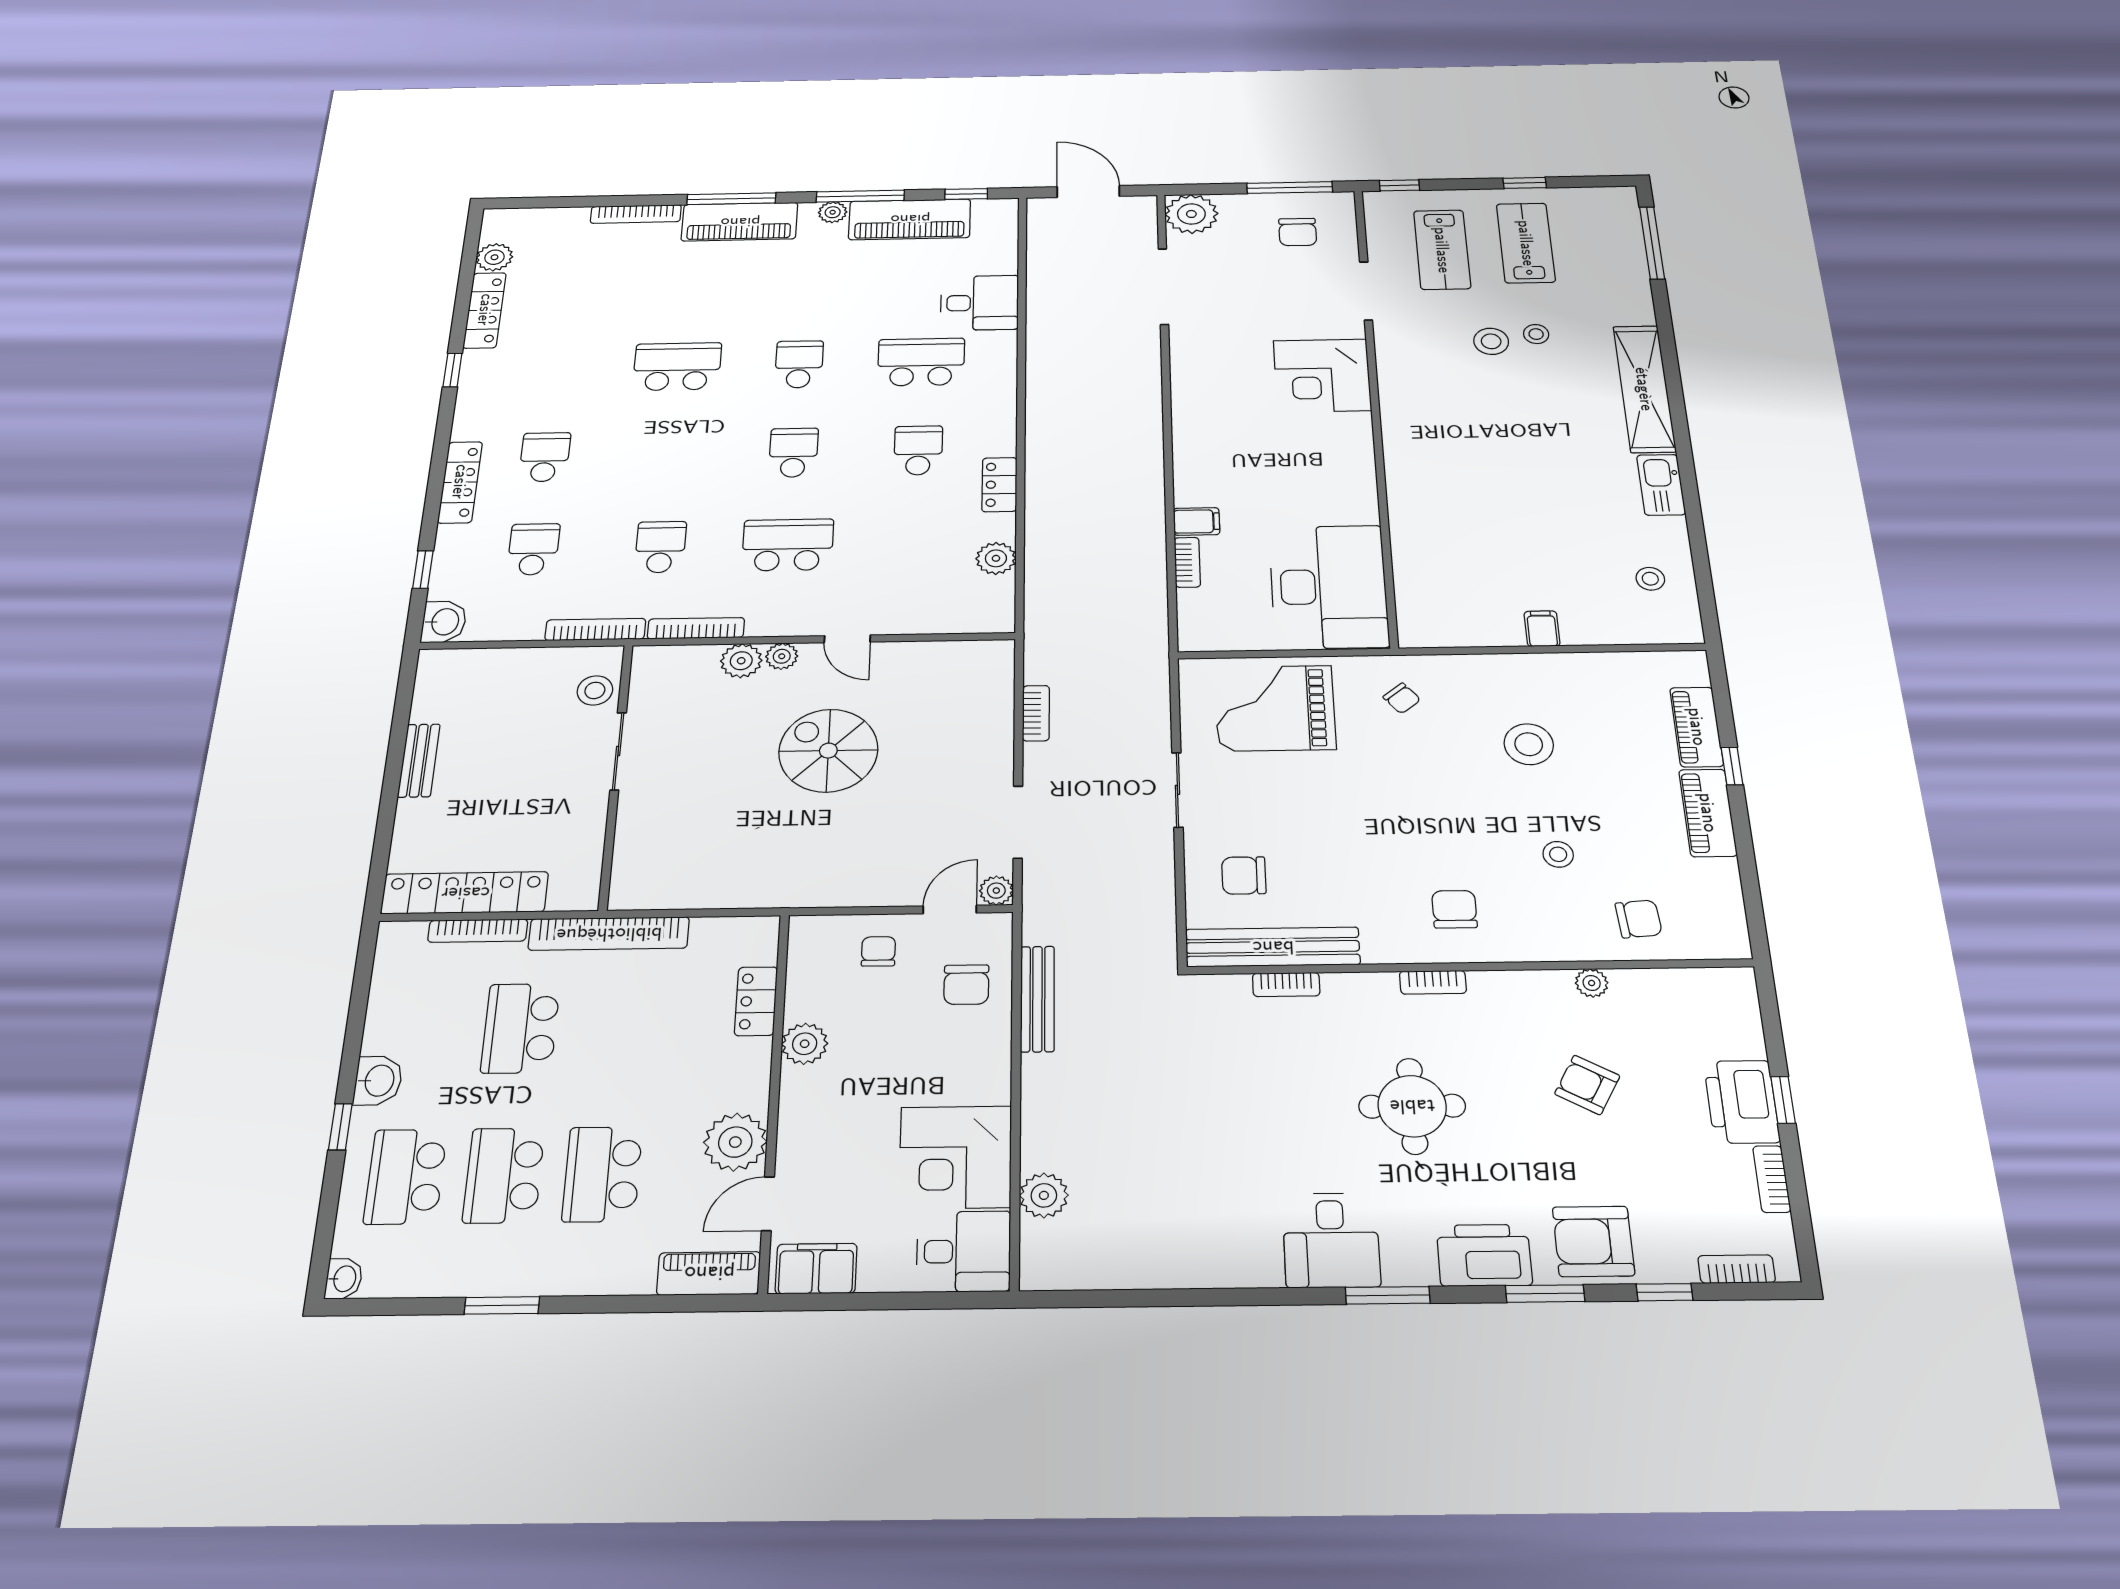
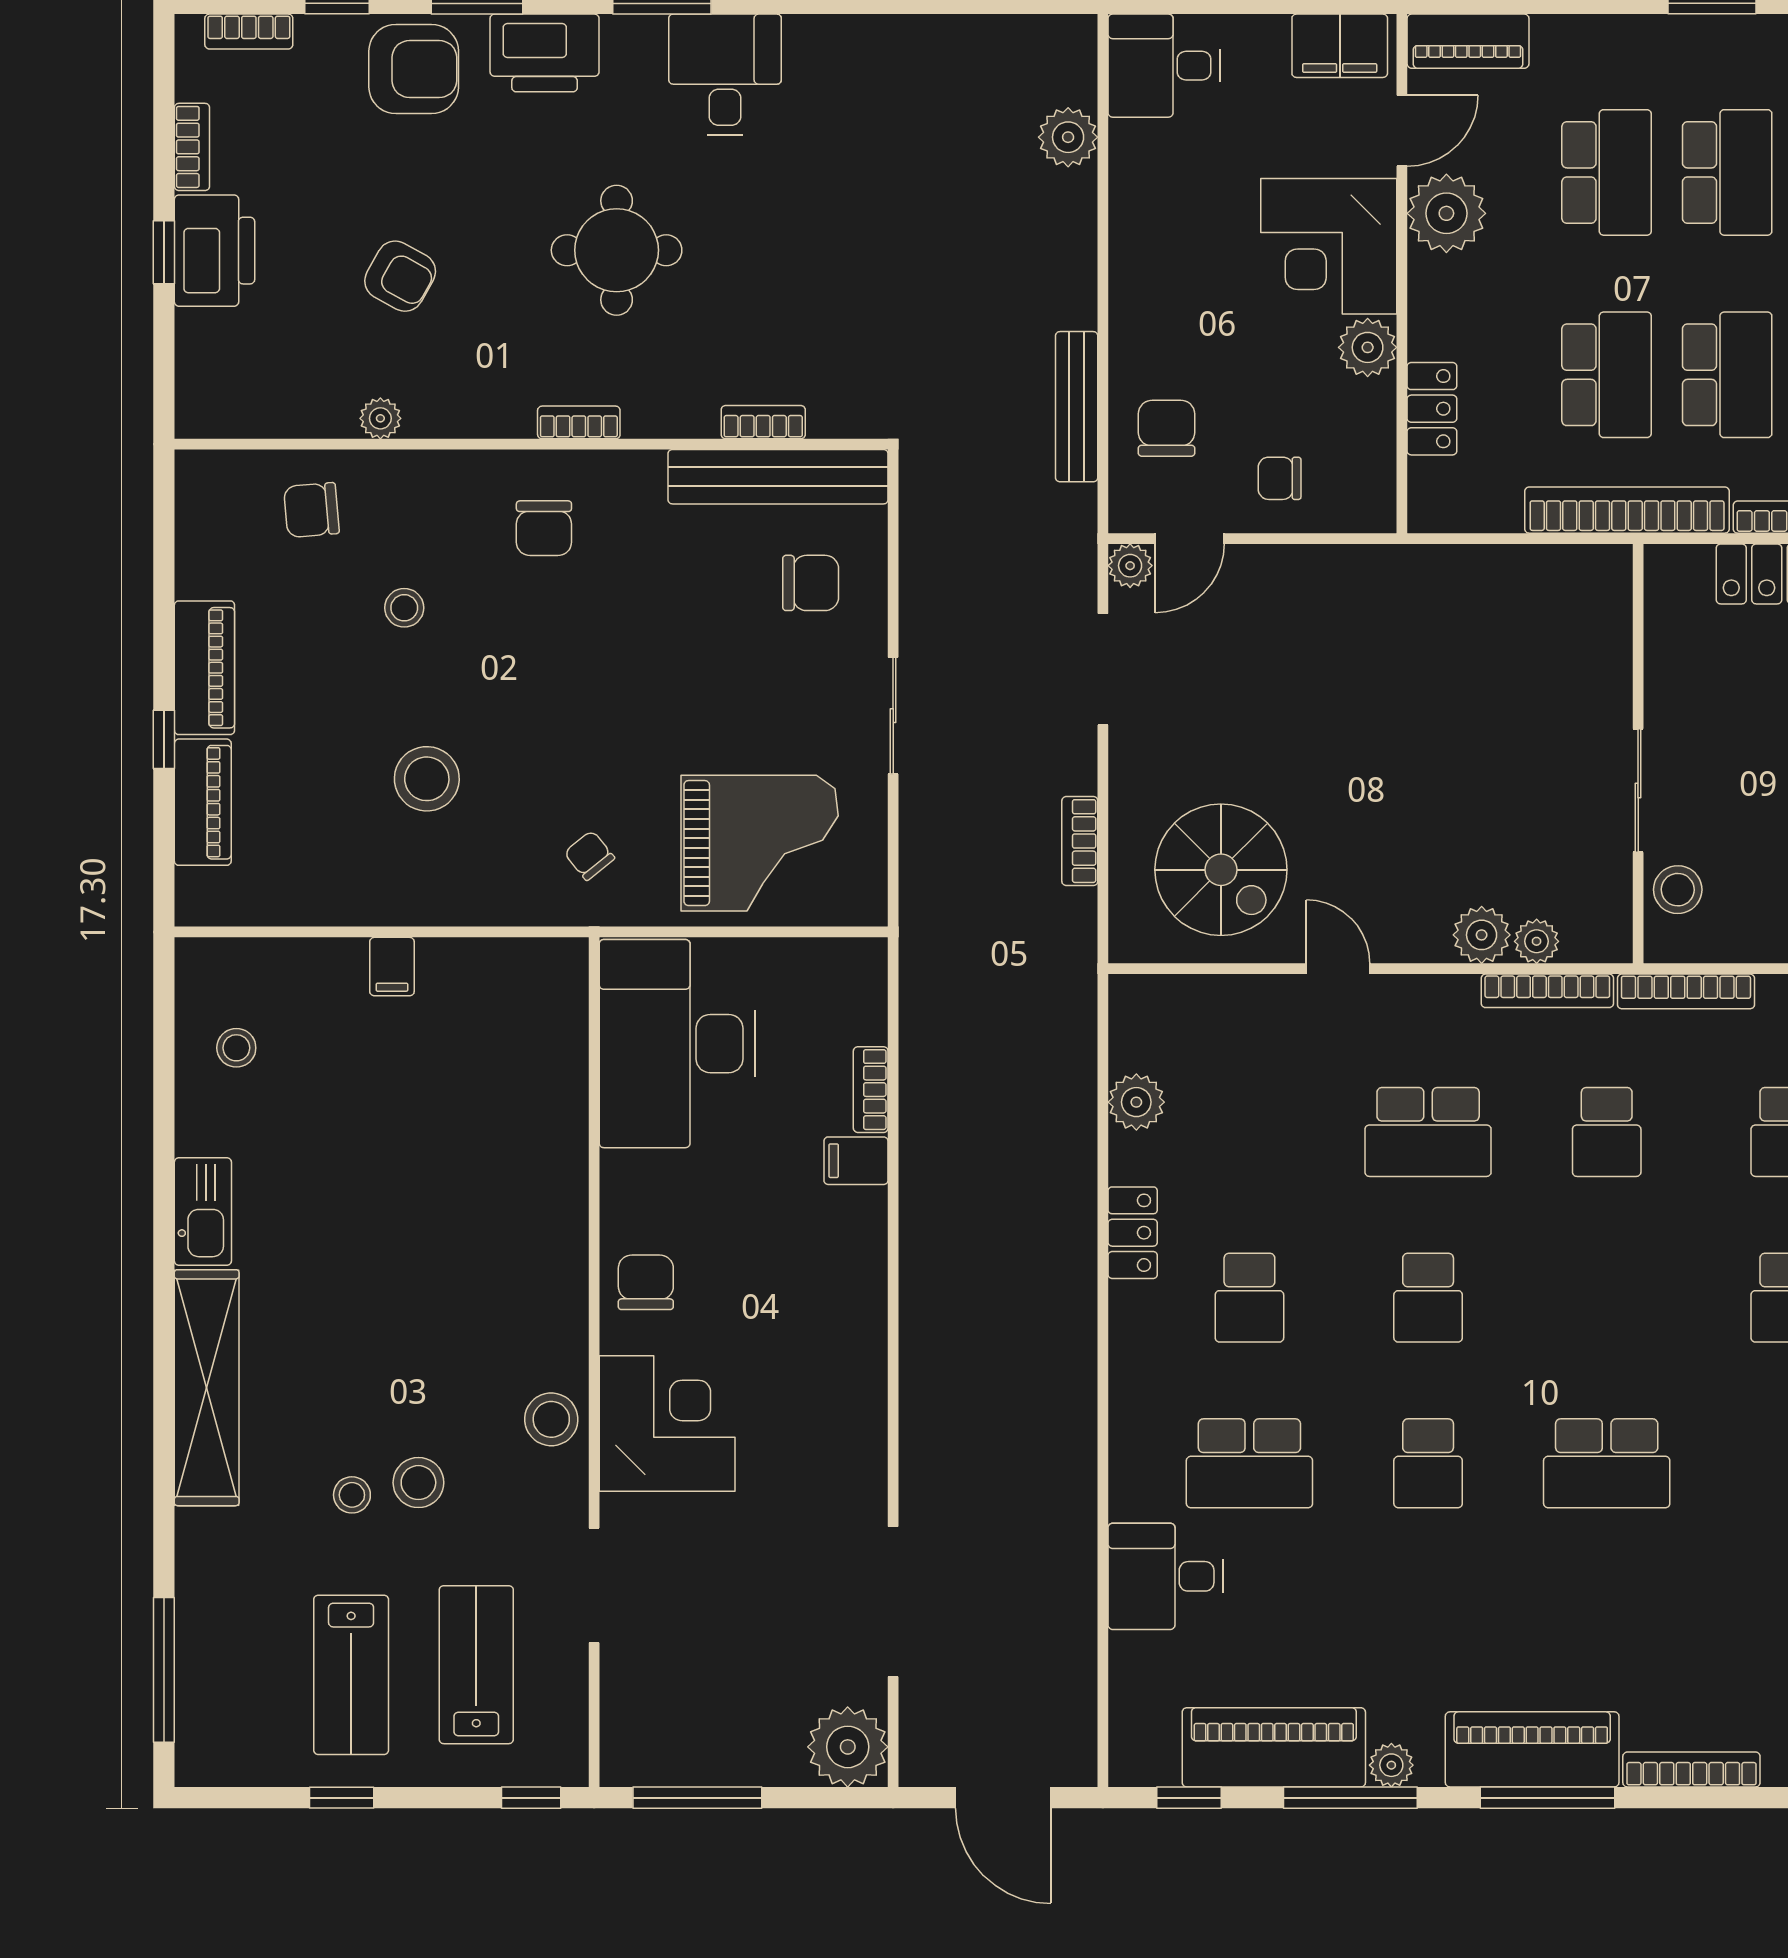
chair: (1298, 232) -> (646, 1282), moved
stool: (1403, 376) -> (551, 1419), added
plant: (782, 656) -> (1537, 941), moved
spiral stairs: (828, 751) -> (1221, 870), moved
chair: (878, 951) -> (1280, 478), turned 90
school desk: (616, 1027) -> (1607, 375), added
corner desk: (955, 1157) -> (1329, 246), moved, turned 180

